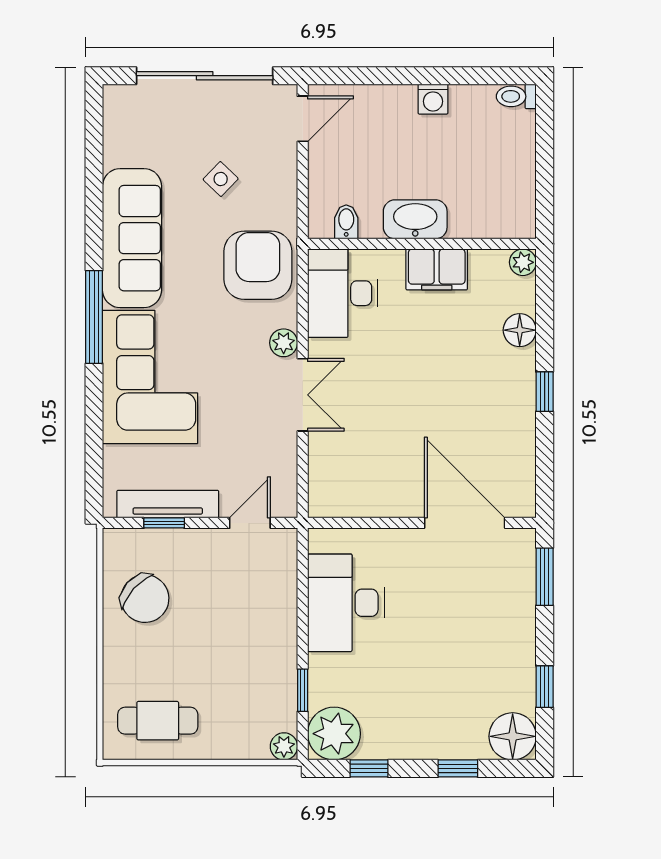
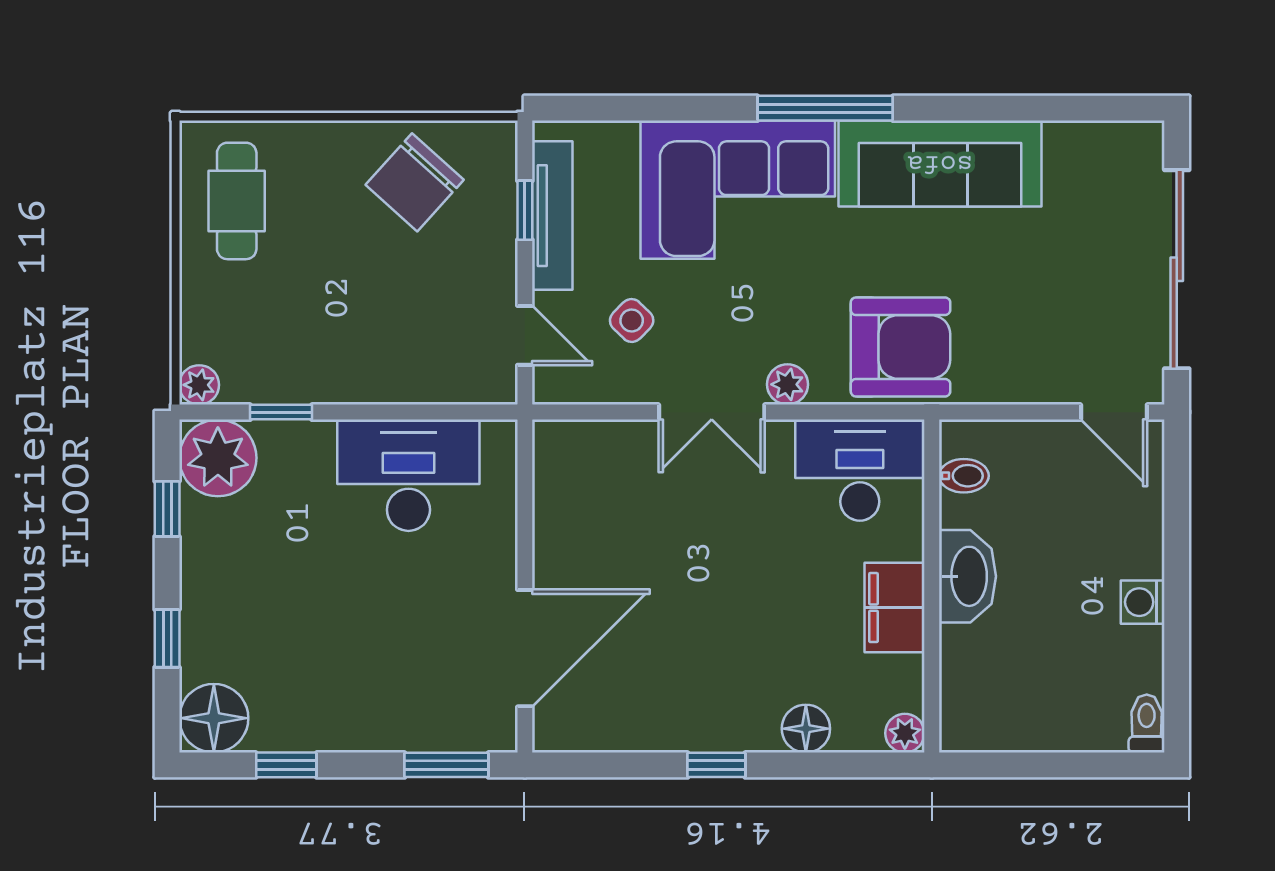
side table: (221, 179) -> (632, 320), moved

